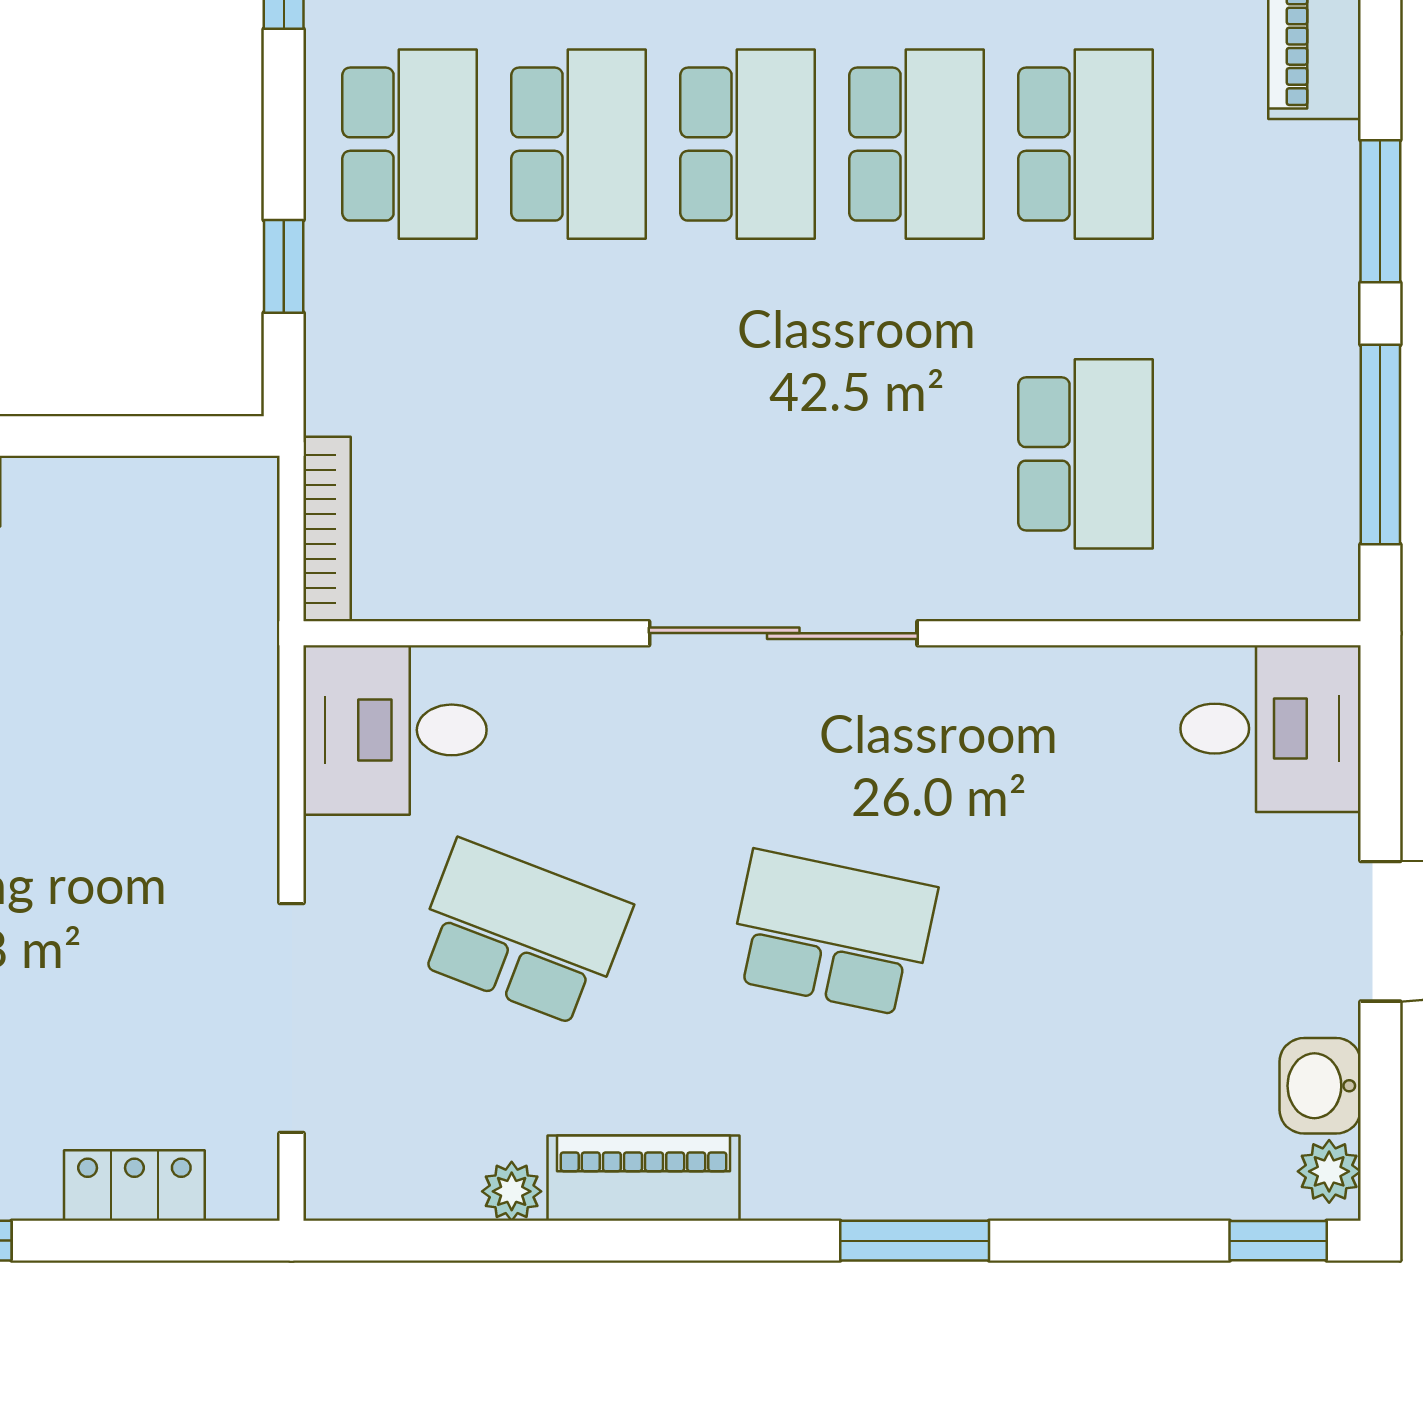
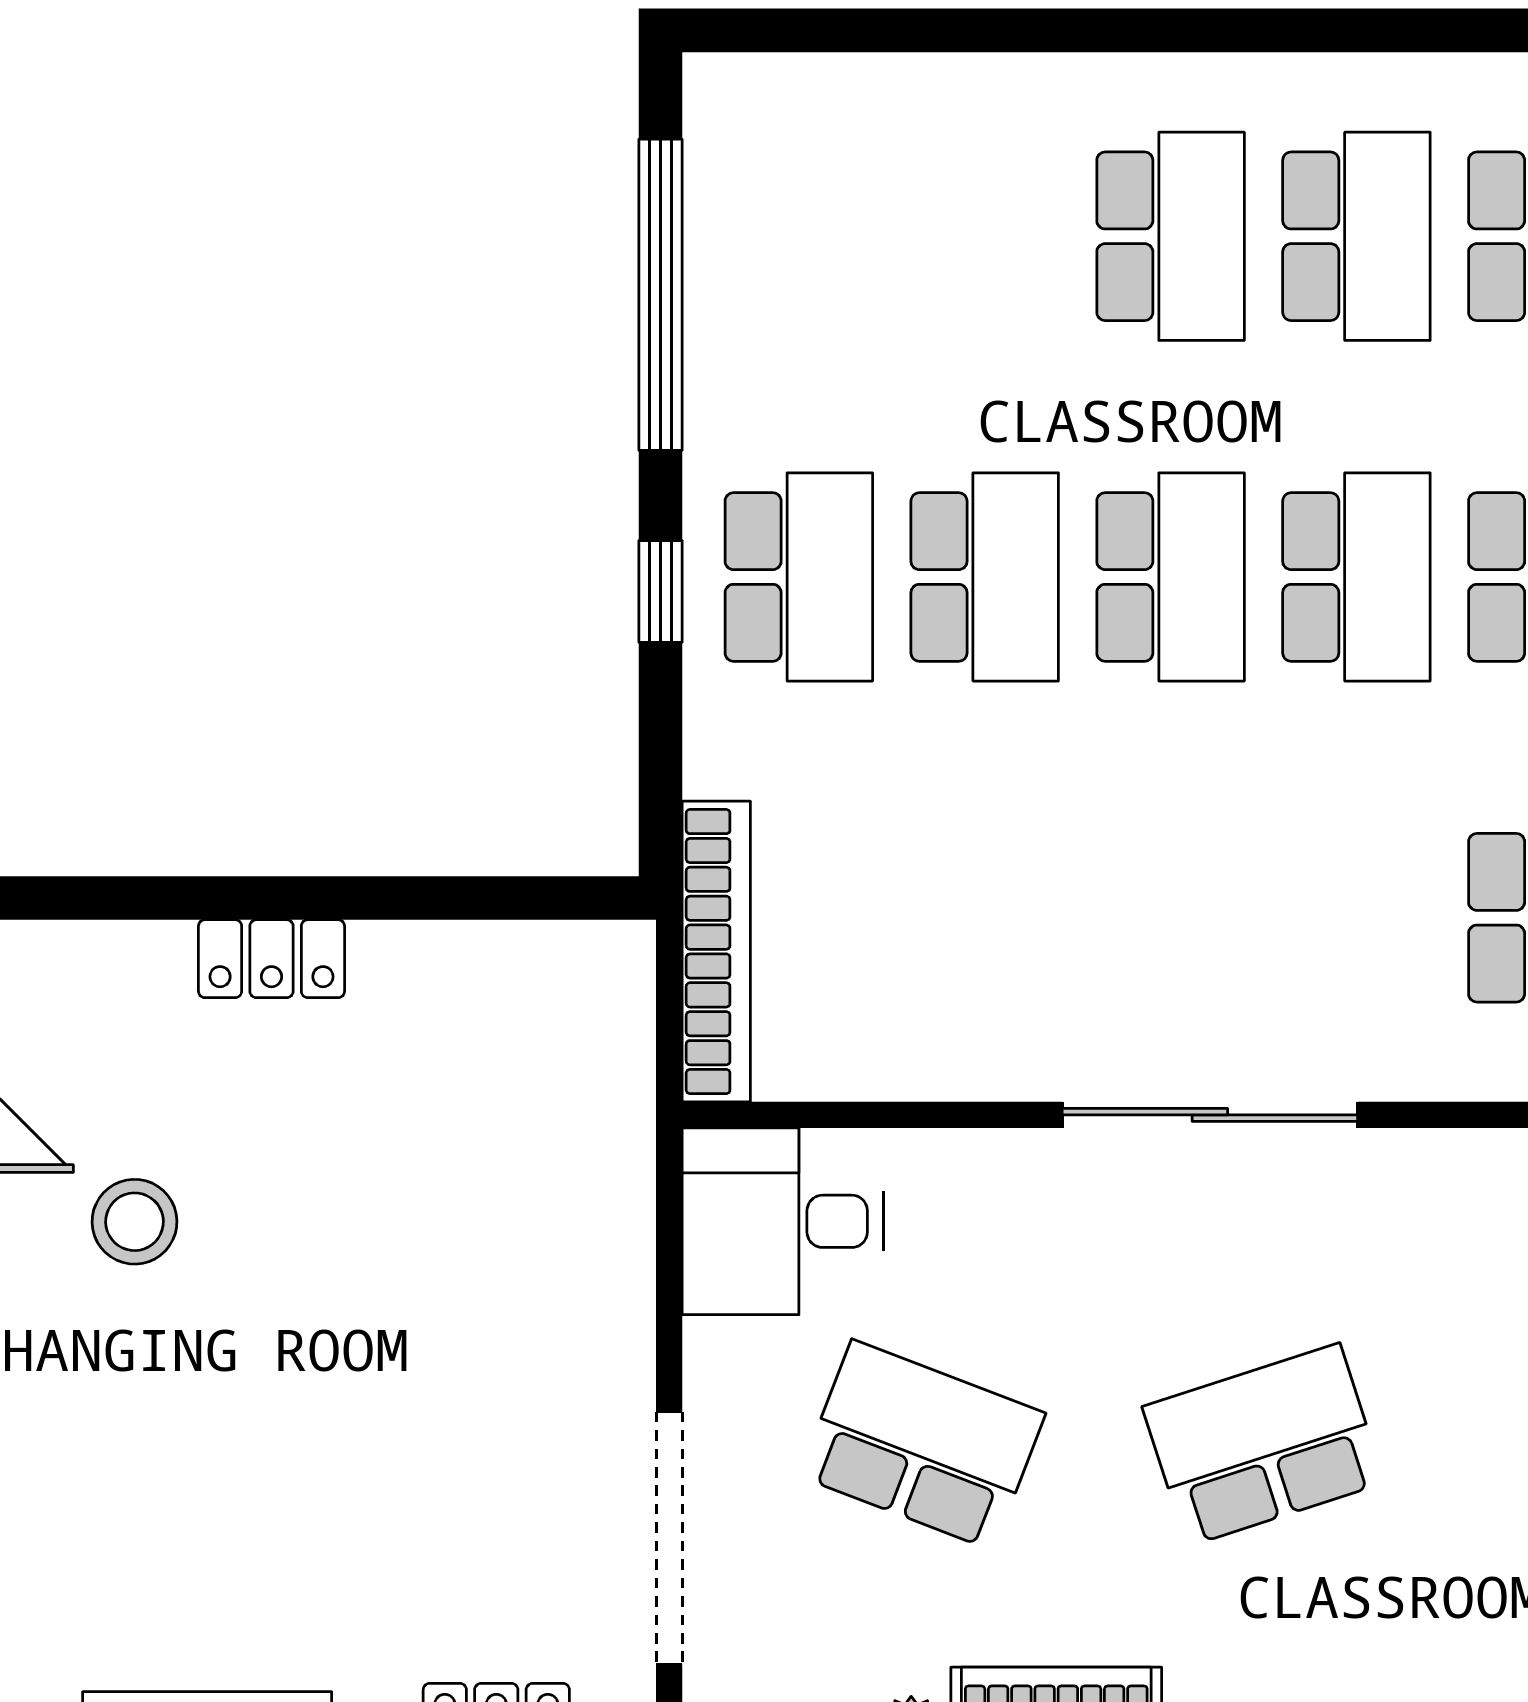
window: (284, 266) -> (660, 591), moved
bookcase: (327, 529) -> (716, 952), width x1.48, depth x1.31
school desk: (832, 933) -> (1264, 1445), turned -30

